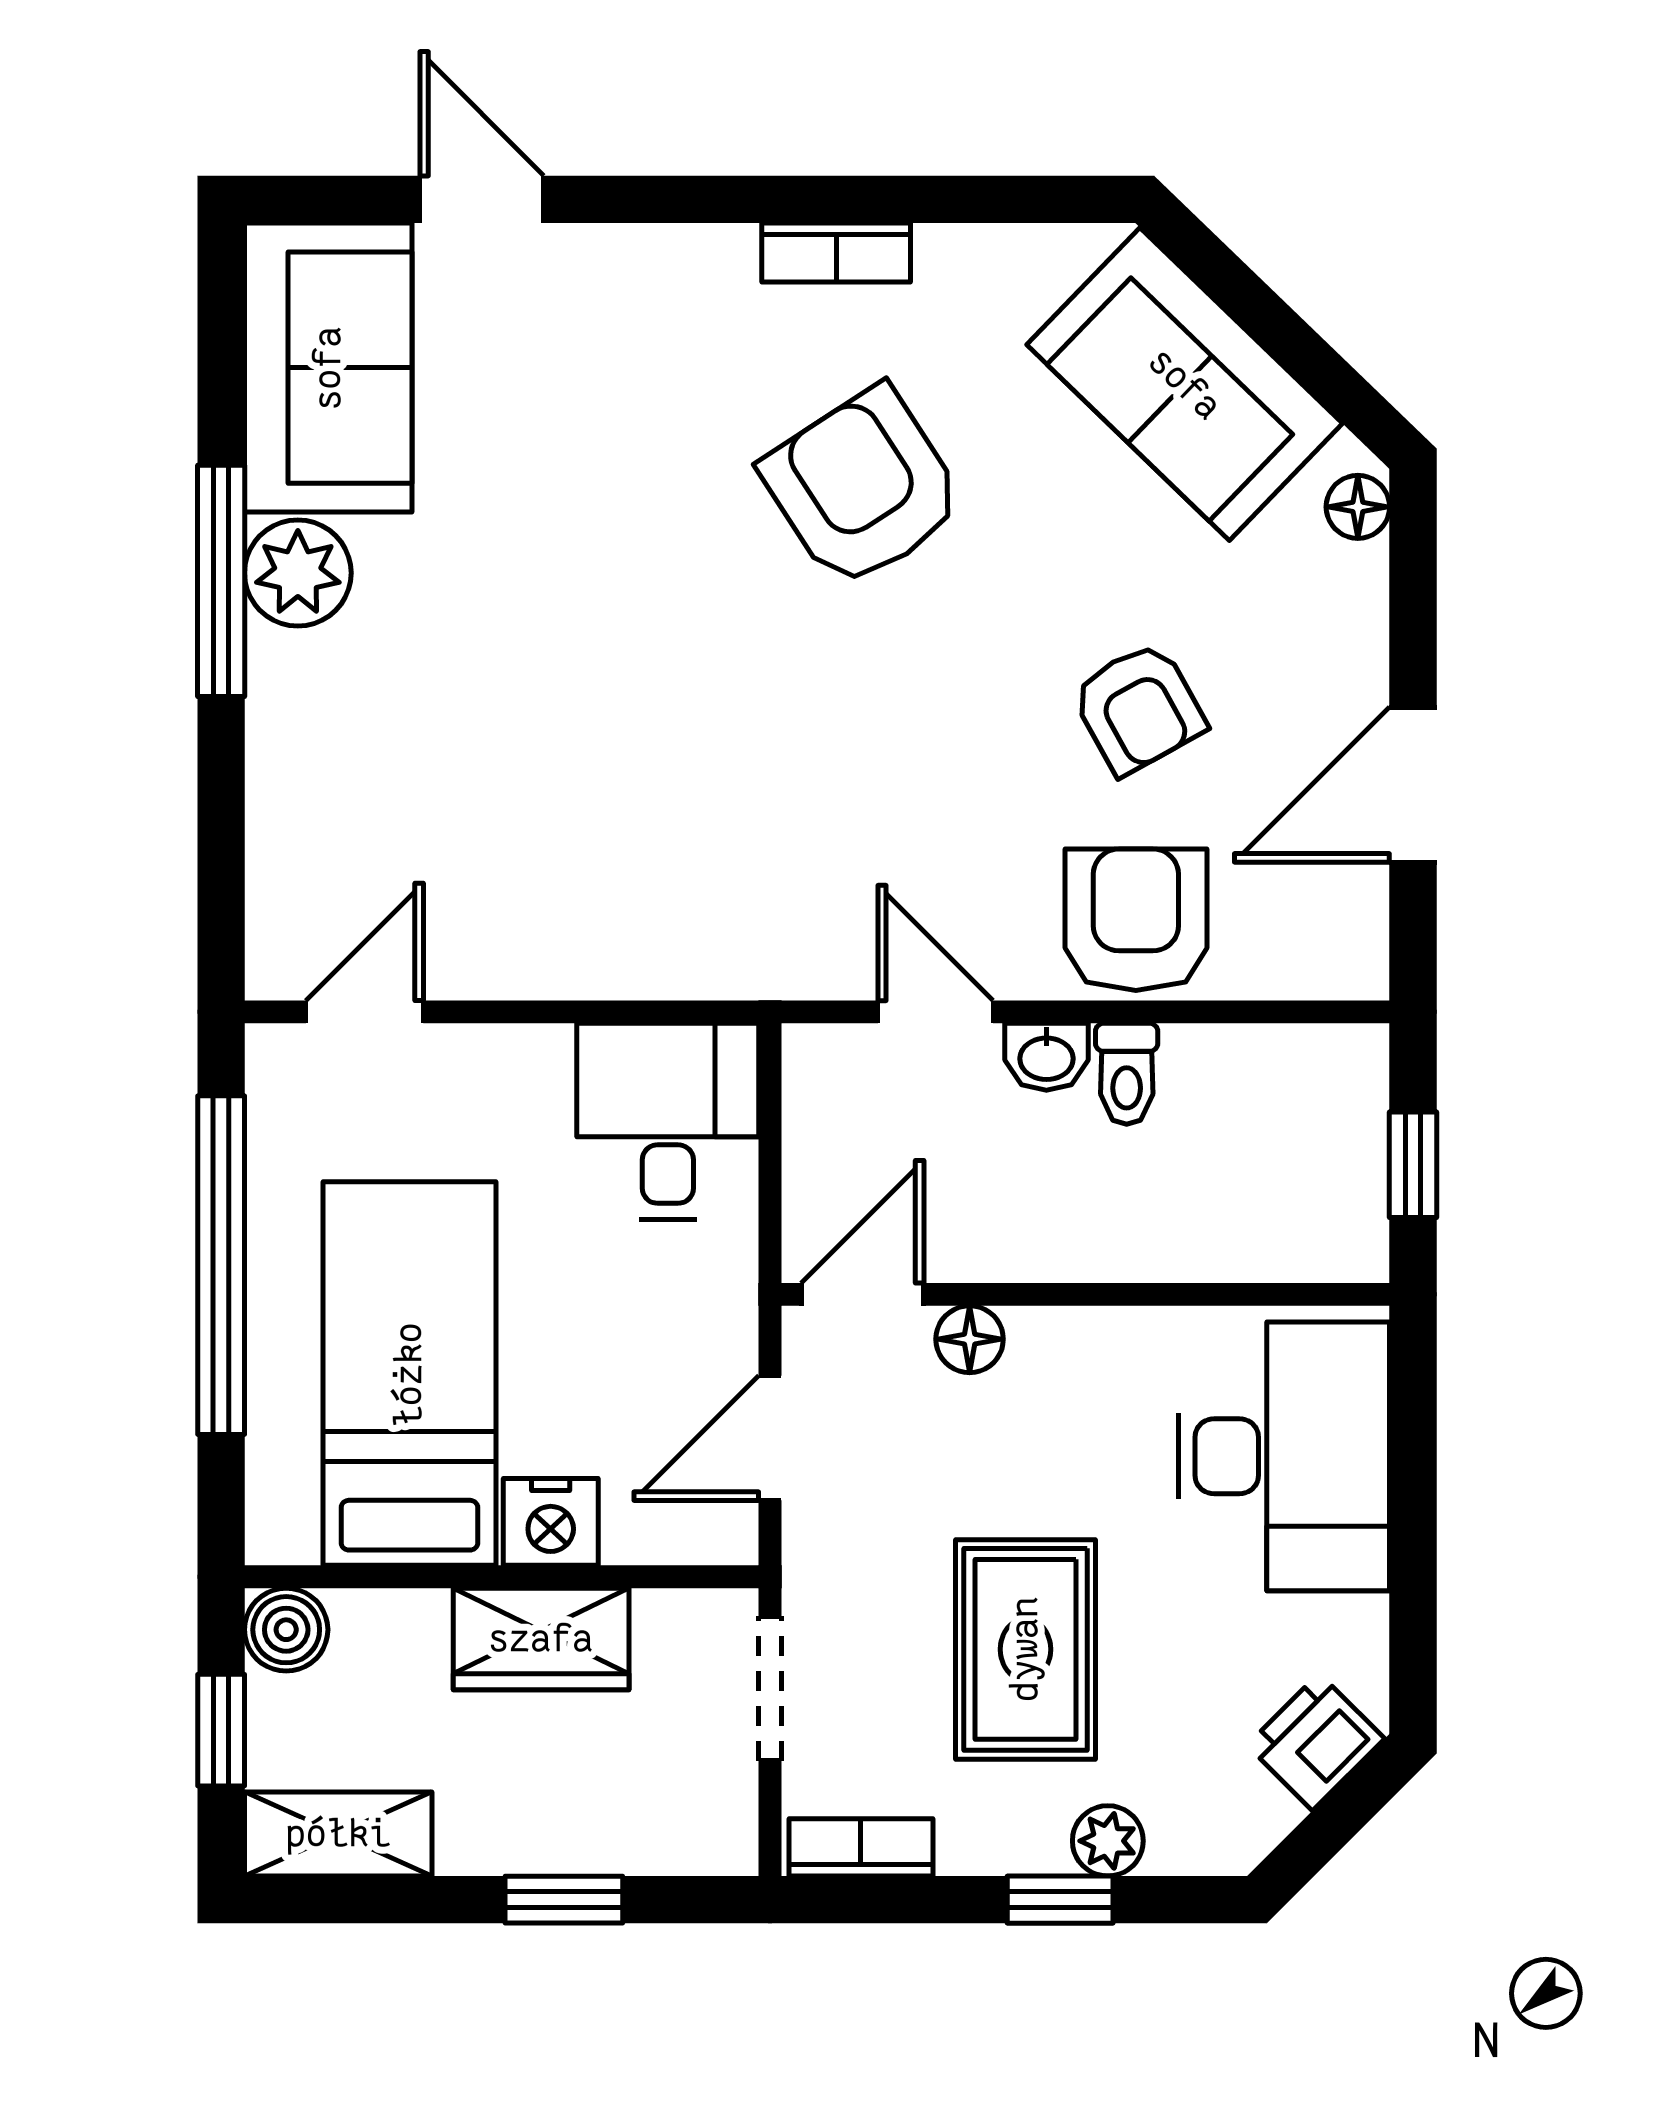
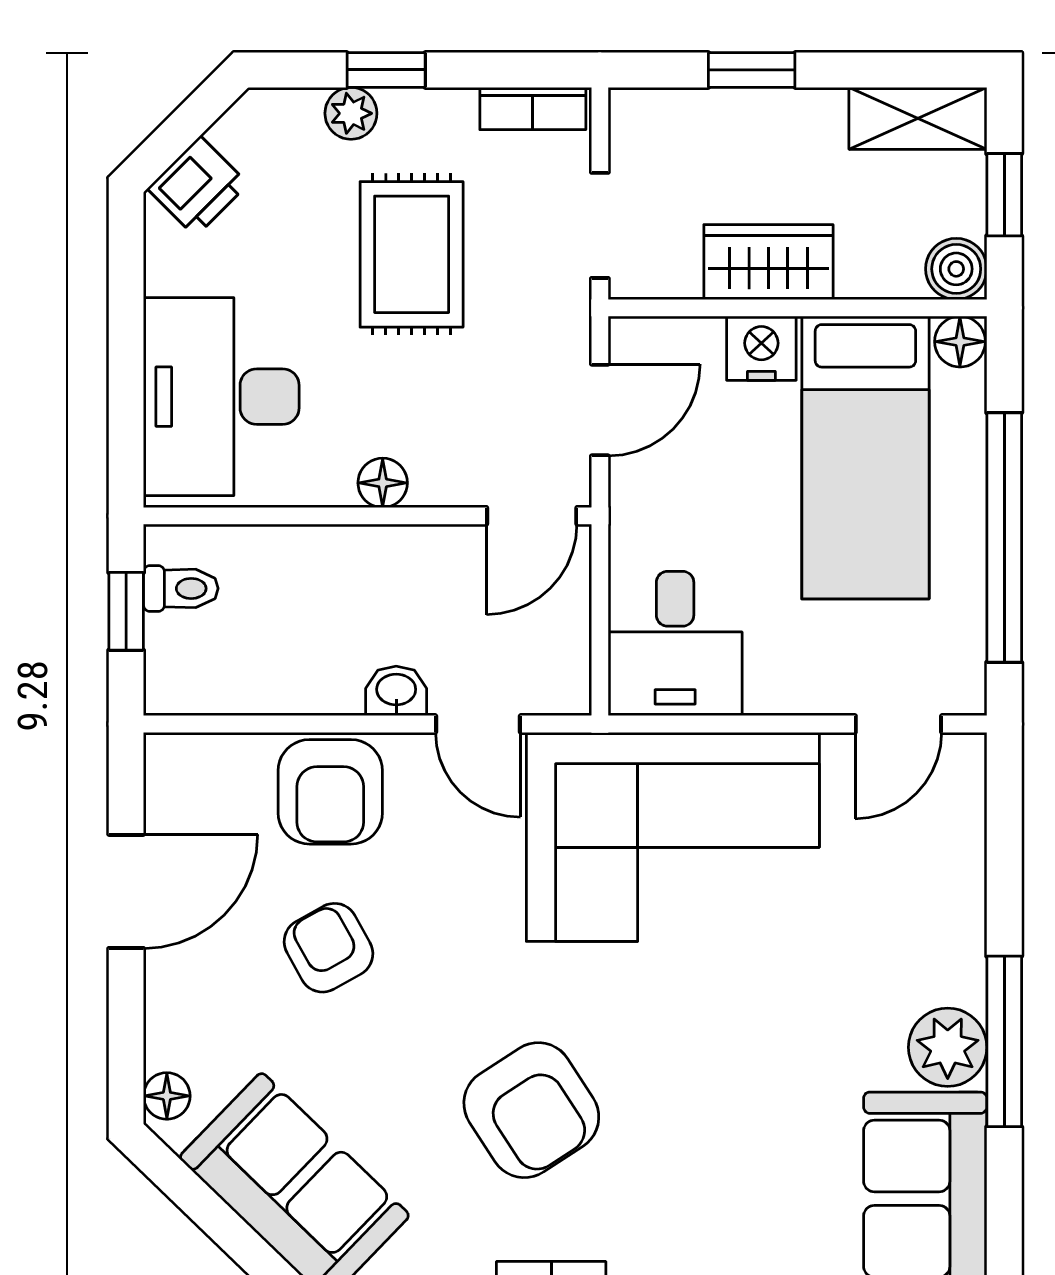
corner sofa: (671, 859) -> (673, 837), added
toilet: (1127, 1074) -> (181, 588), moved, turned 90
floor lamp: (970, 1339) -> (383, 483), moved
floor lamp: (281, 1531) -> (960, 342), added

